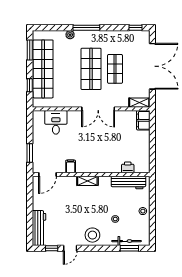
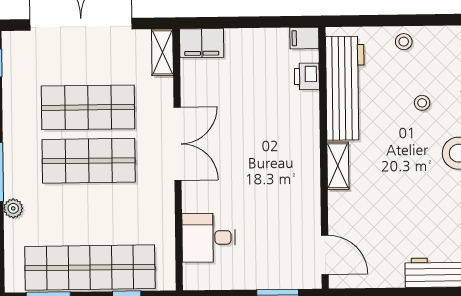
shop shelf: (115, 69) -> (88, 107), width x1.43, depth x1.36
filing cabinet: (71, 166) -> (304, 38), moved
workbench: (128, 182) -> (345, 88), width x1.36, depth x1.32

